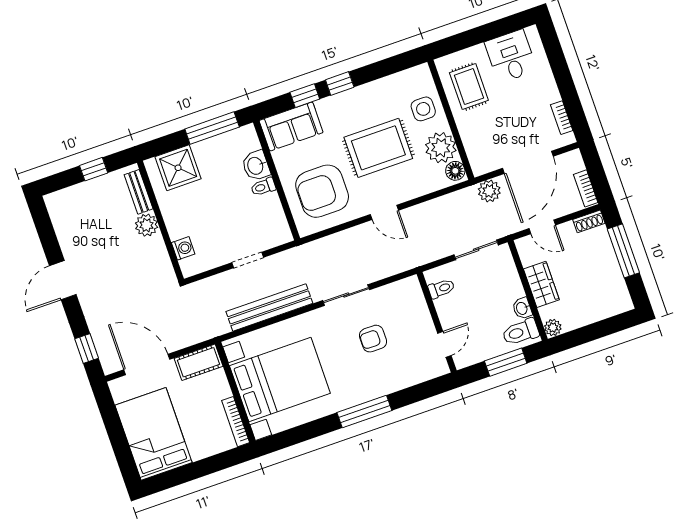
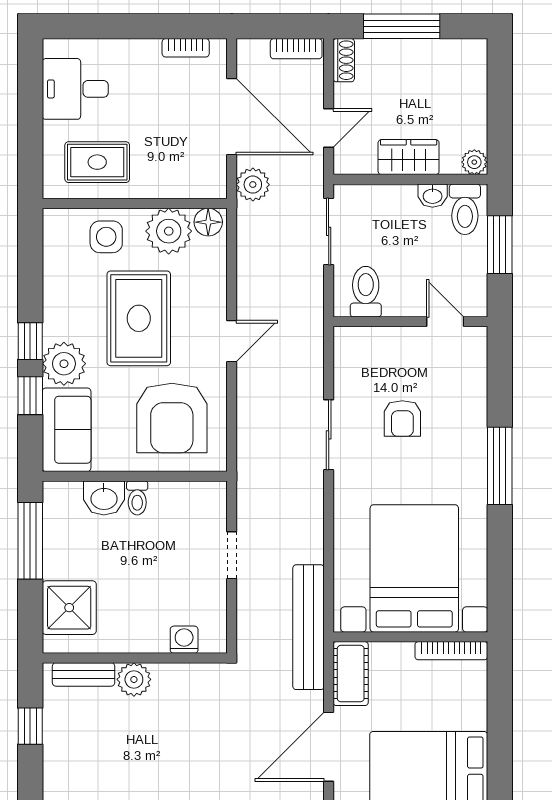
plant: (333, 110) -> (64, 364), added
toilet: (441, 289) -> (366, 292), width x1.37, depth x1.39
bench: (269, 307) -> (308, 627), moved

